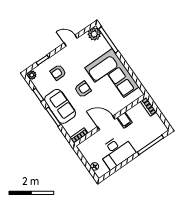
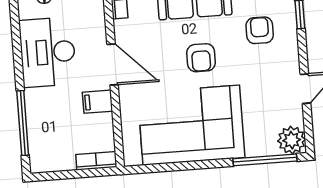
door: (106, 123) -> (113, 64), hinge flipped

